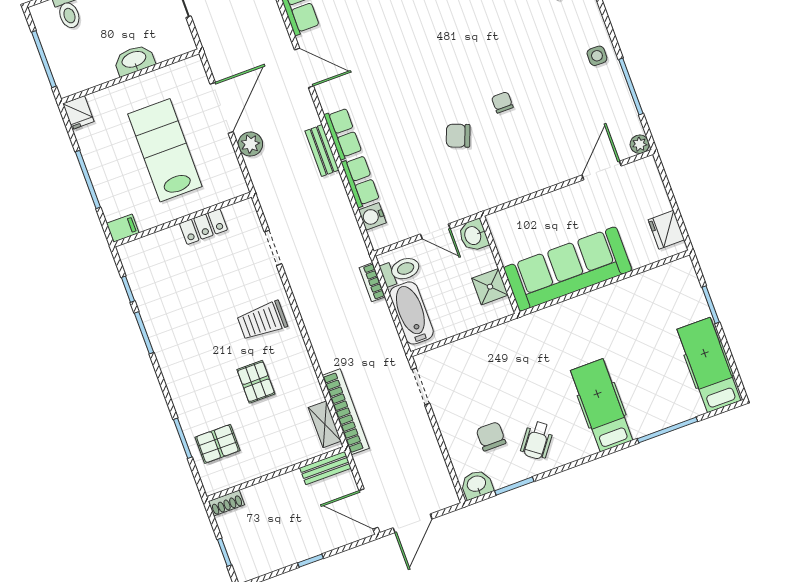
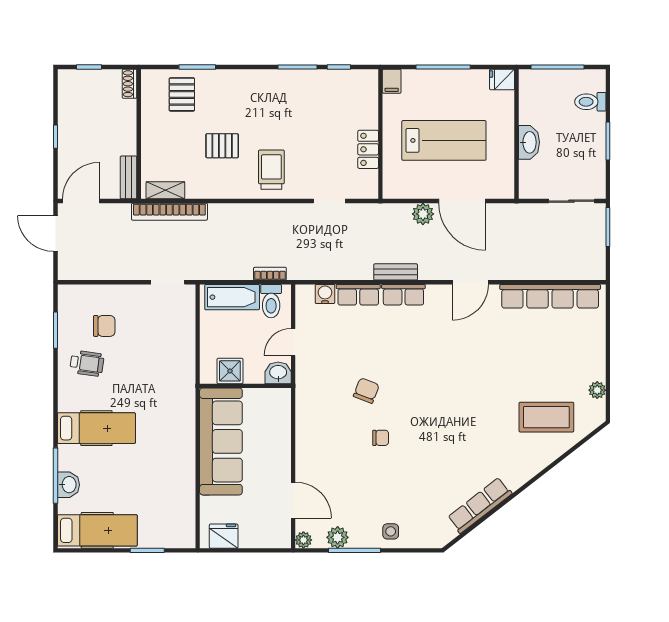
plant: (624, 109) -> (338, 537), added
wheelchair: (537, 440) -> (87, 363), turned 151
washbasin: (477, 484) -> (68, 485), moved

